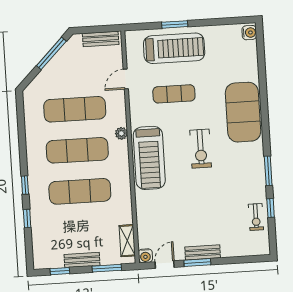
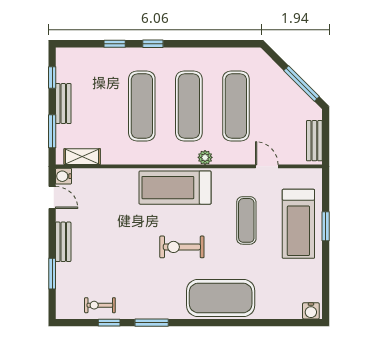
window: (197, 262) -> (52, 274), moved

